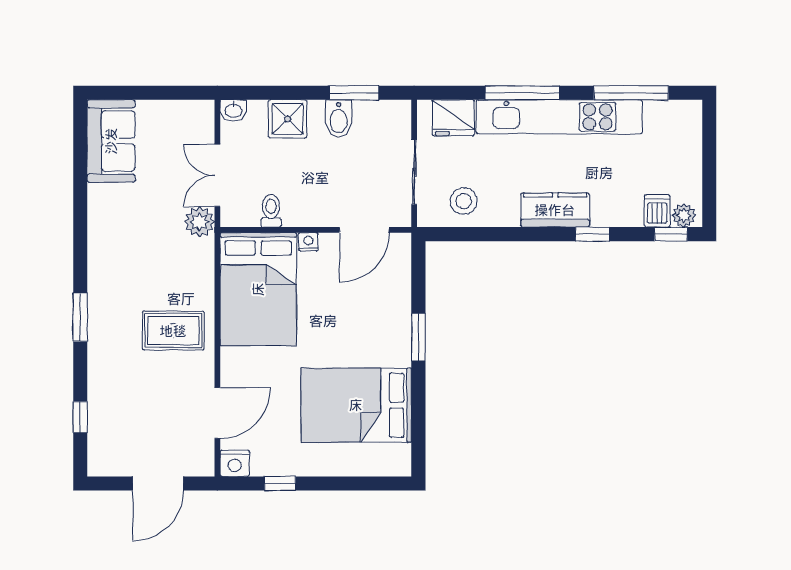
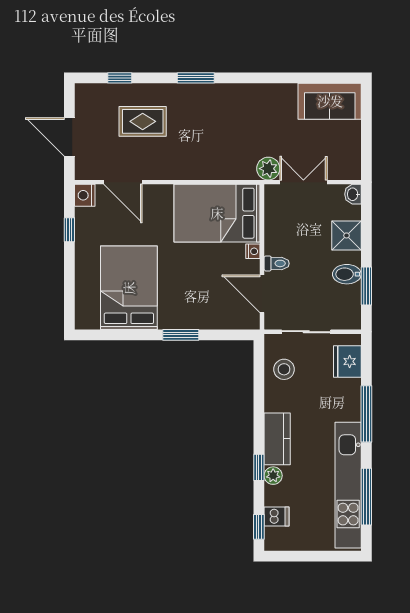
kitchen unit: (559, 117) -> (348, 485), moved
toilet: (271, 211) -> (277, 263), moved
plant: (684, 215) -> (273, 476), moved
rug: (173, 331) -> (143, 121), moved, turned 90

